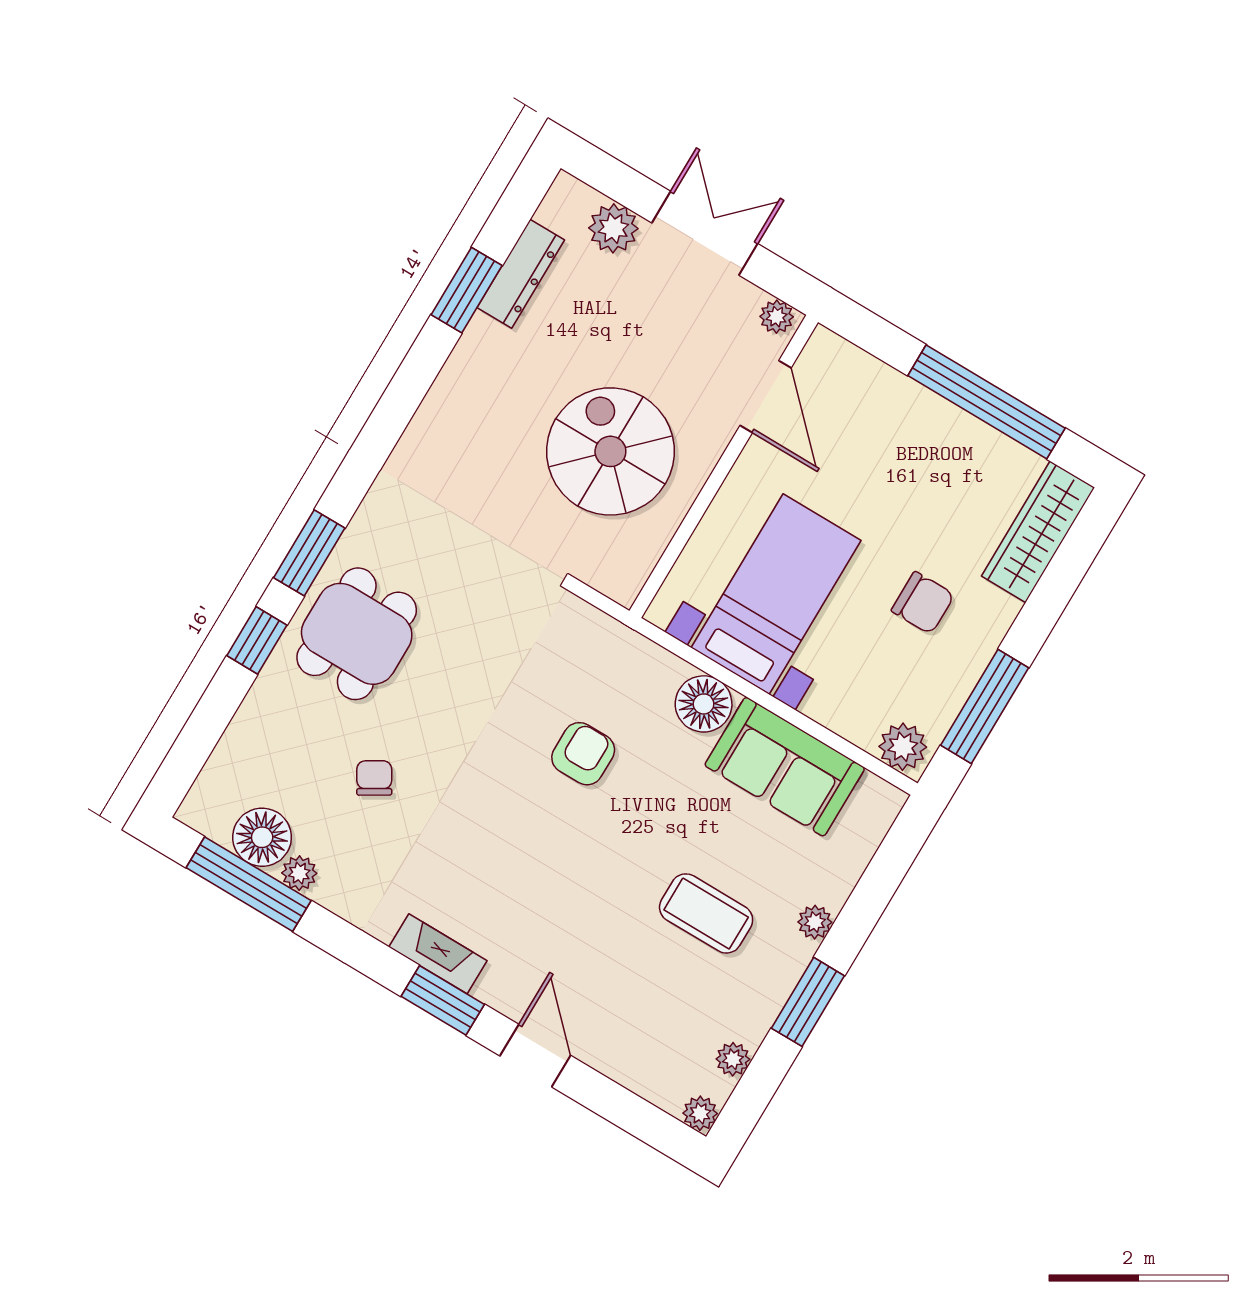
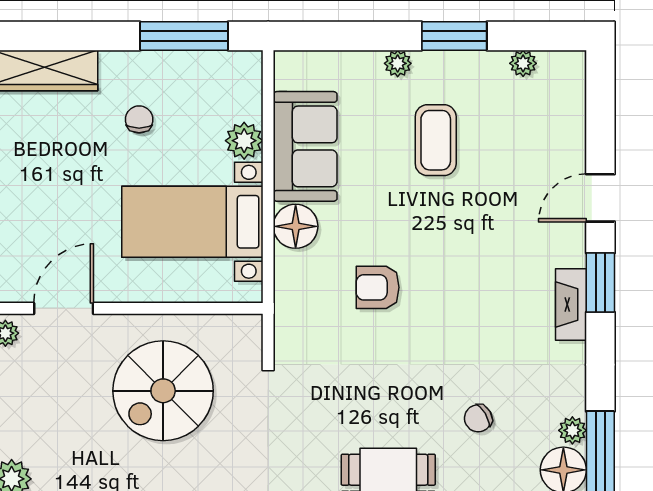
chair: (923, 603) -> (139, 119), width x0.73, depth x0.73
plant: (903, 747) -> (244, 141), moved
plant: (700, 1113) -> (573, 64), removed

